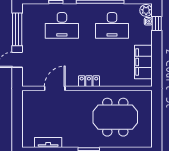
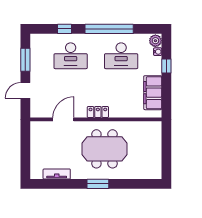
window: (157, 24) -> (166, 66), moved
window: (17, 29) -> (25, 60), width x0.69
meeting table: (115, 117) -> (104, 149), moved

